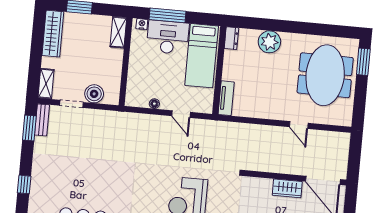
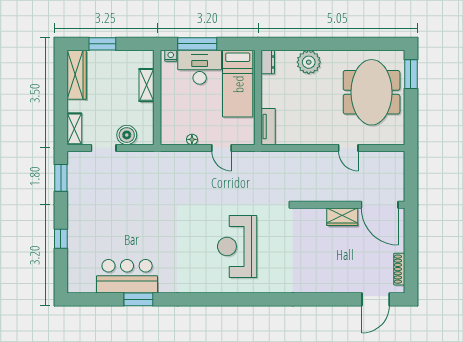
shelving: (118, 32) -> (146, 85), moved
bench: (42, 120) -> (74, 168), removed

